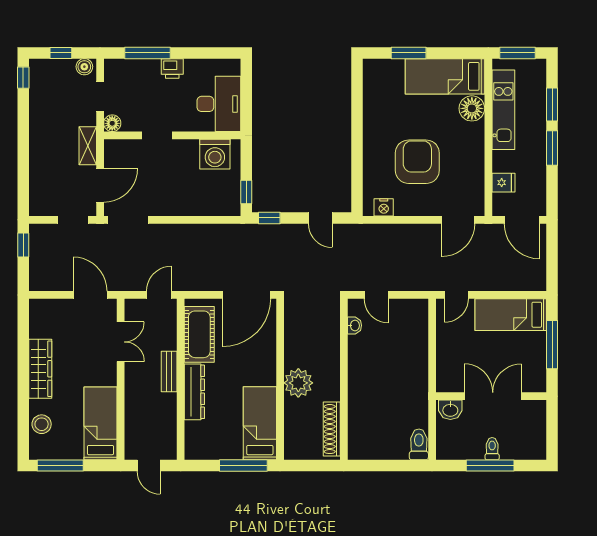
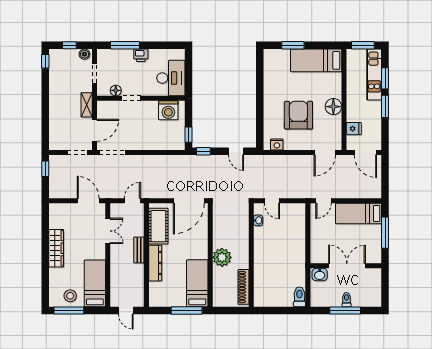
floor lamp: (472, 108) -> (333, 107), moved
kitchen unit: (503, 110) -> (374, 75), moved, turned 180
floor lamp: (112, 123) -> (116, 90), moved
stool: (42, 424) -> (70, 296), moved

